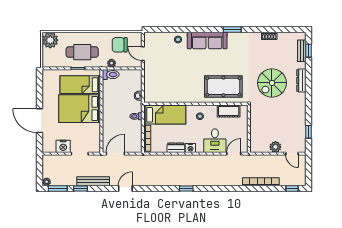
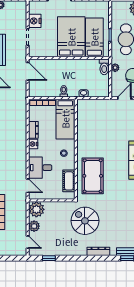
spiral stairs: (272, 83) -> (85, 221), moved
plant: (258, 144) -> (36, 209), added
door: (292, 154) -> (28, 242), swing flipped

